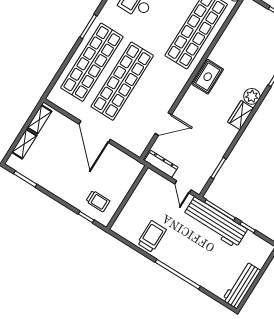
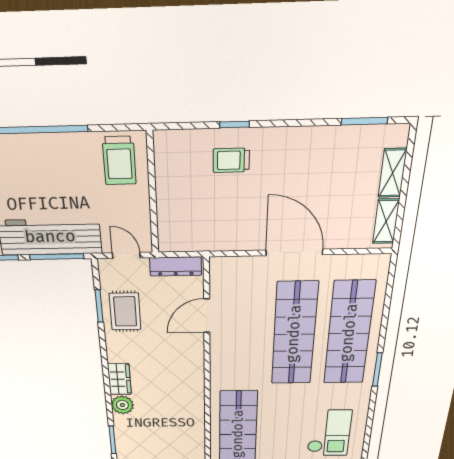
rug: (208, 77) -> (125, 312), moved
wall: (127, 197) -> (153, 194), moved

